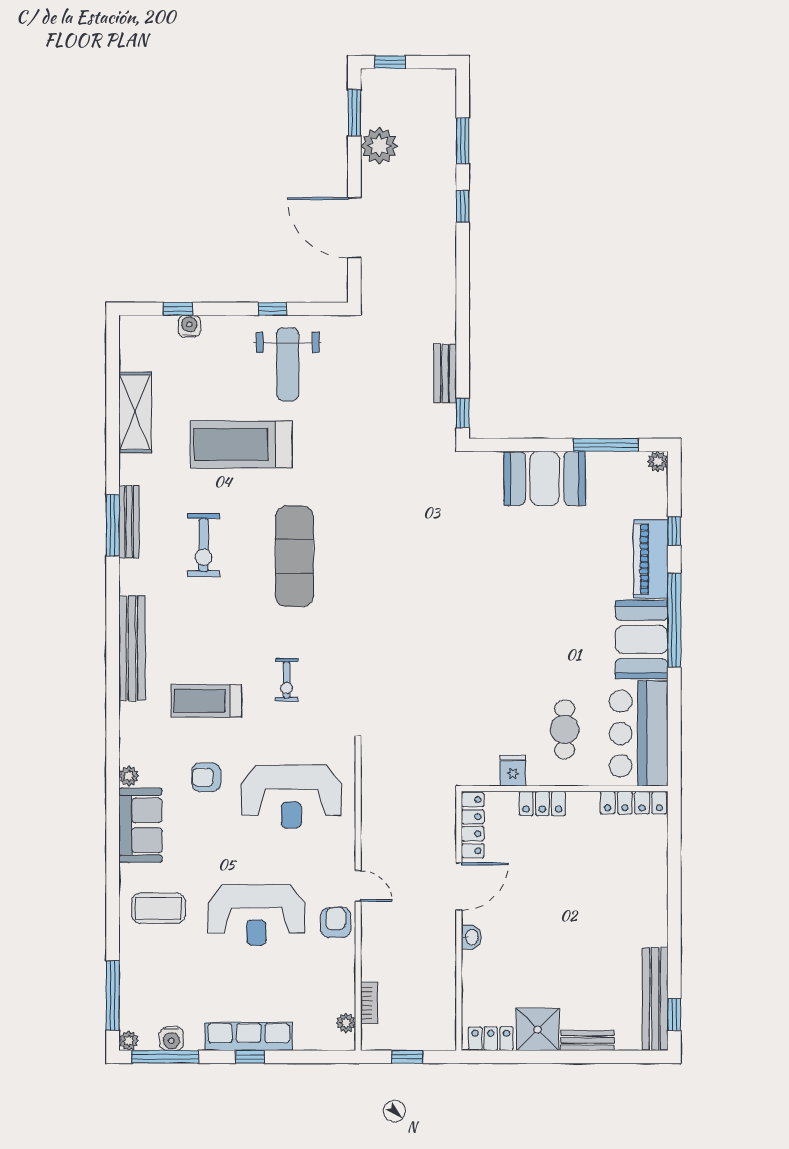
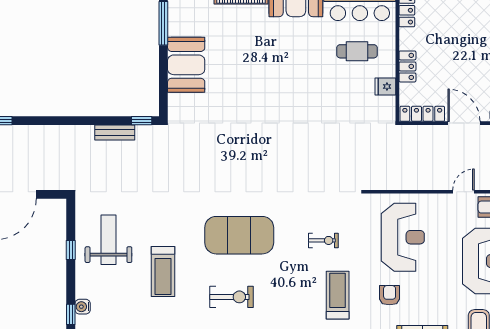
weight bench: (288, 364) -> (108, 240), turned -90
treadmill: (241, 444) -> (163, 271), width x0.73, depth x0.73
exercise mat: (294, 556) -> (239, 235), width x1.47
treadmill: (206, 701) -> (338, 295), turned 180
armchair: (206, 777) -> (390, 295), turned 180

